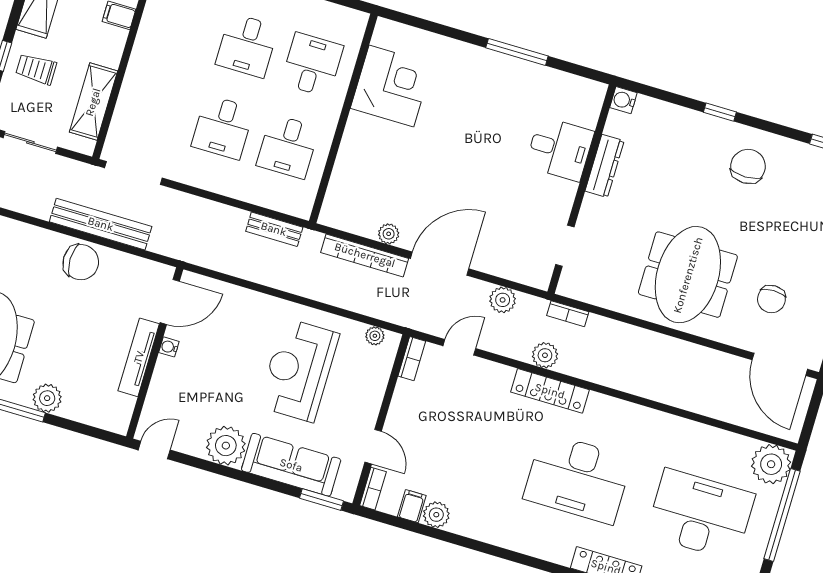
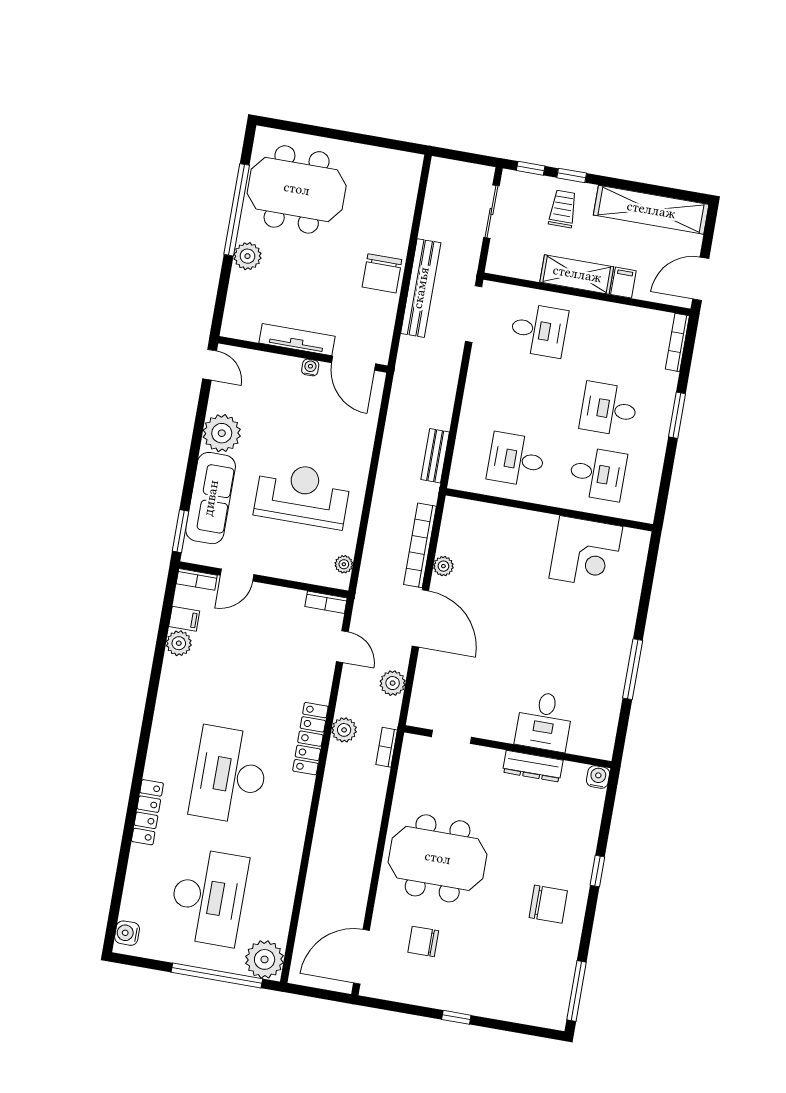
shelving: (93, 102) -> (577, 274), moved
desk: (223, 127) -> (539, 330), moved, turned 180

